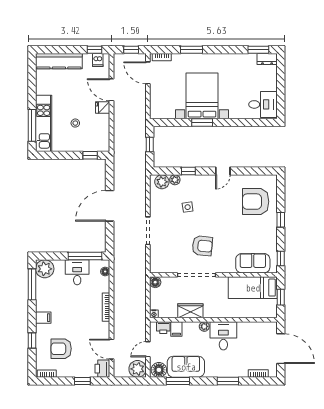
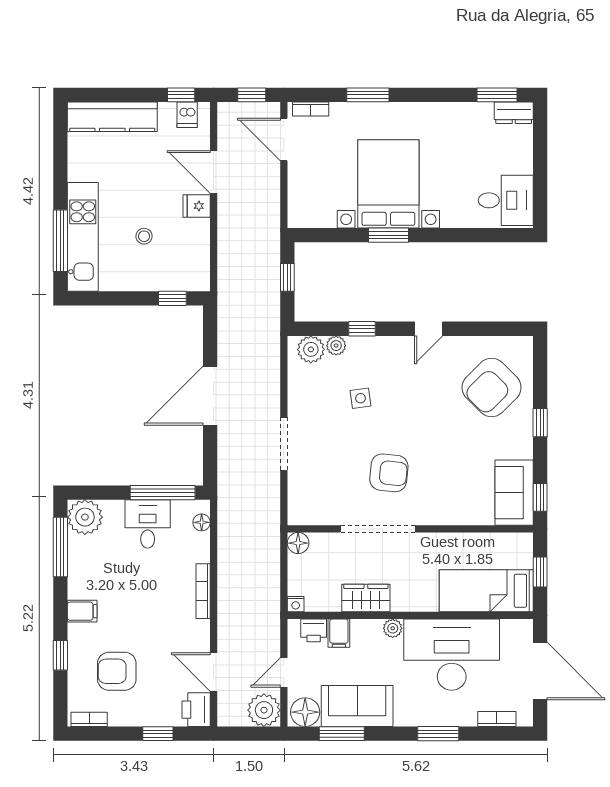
armchair: (256, 202) -> (492, 387), turned -45
sofa: (253, 263) -> (514, 493), moved, turned -90
bed: (253, 288) -> (486, 591), moved
desk: (223, 336) -> (452, 655), width x1.87, depth x1.30

